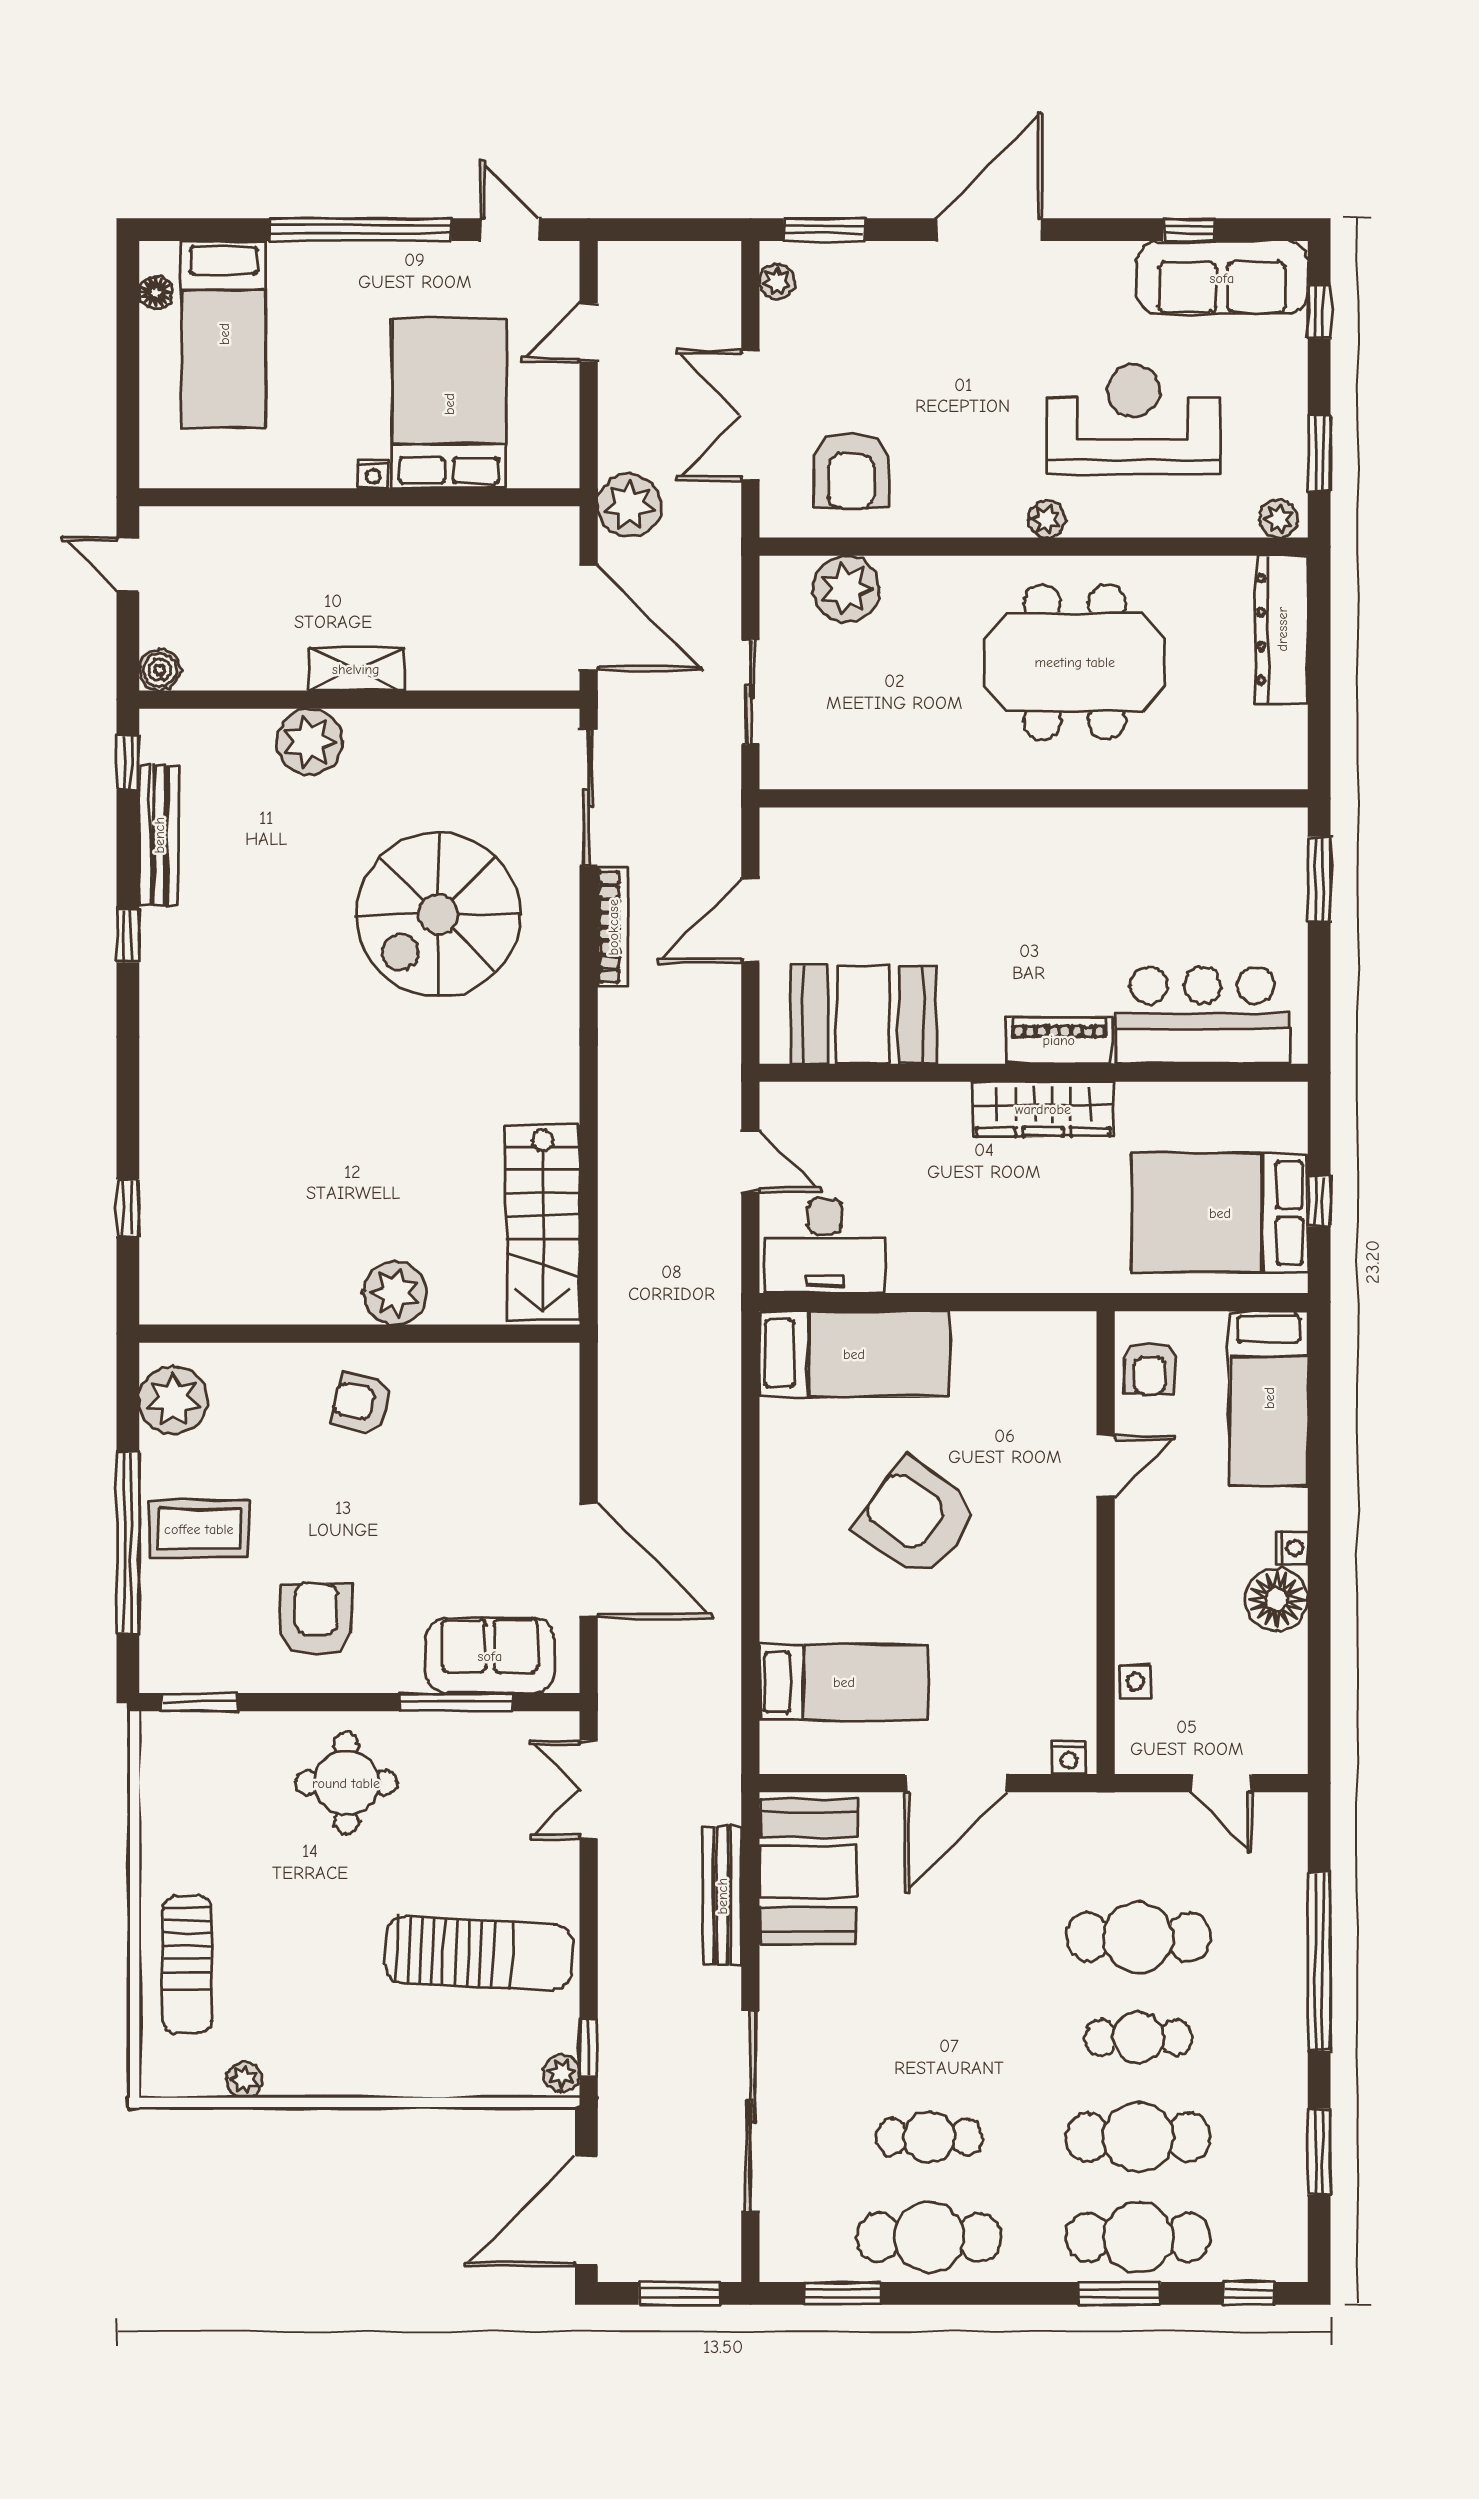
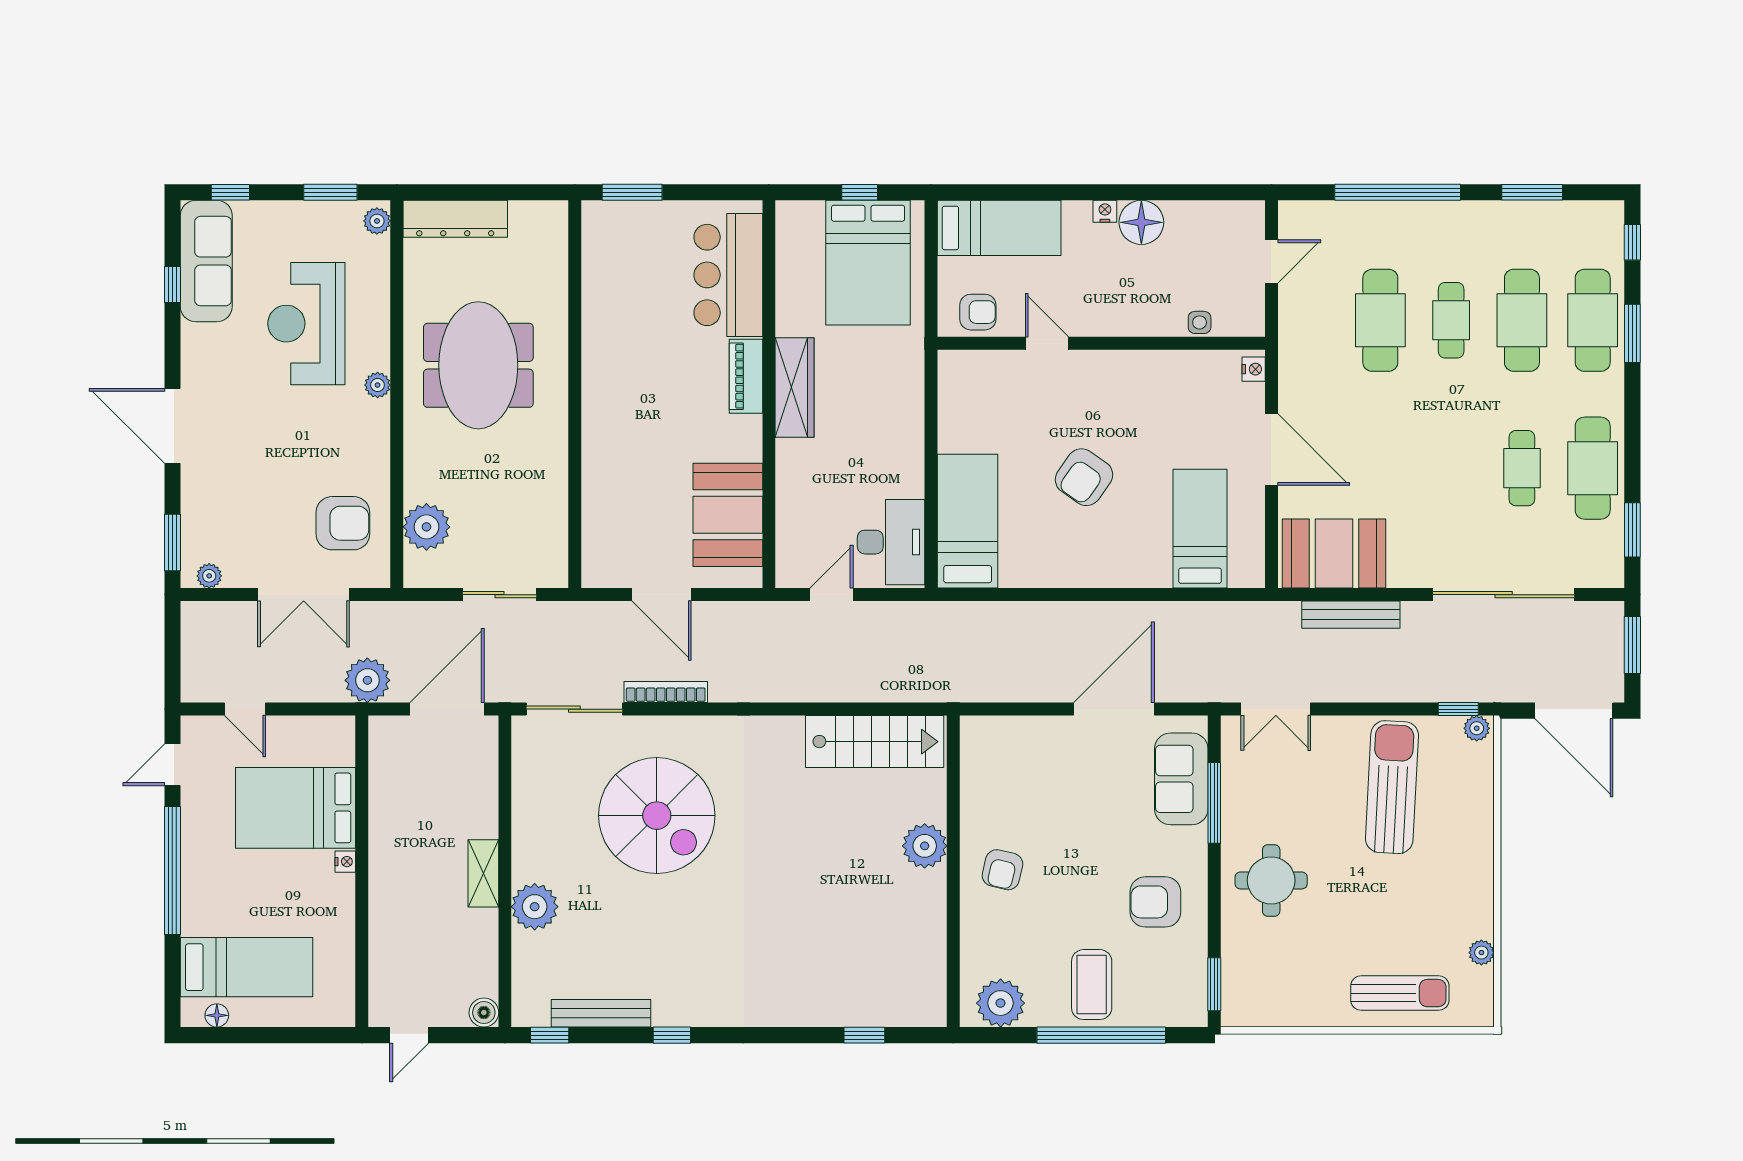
armchair: (916, 1518) -> (1084, 477), width x0.73, depth x0.73

